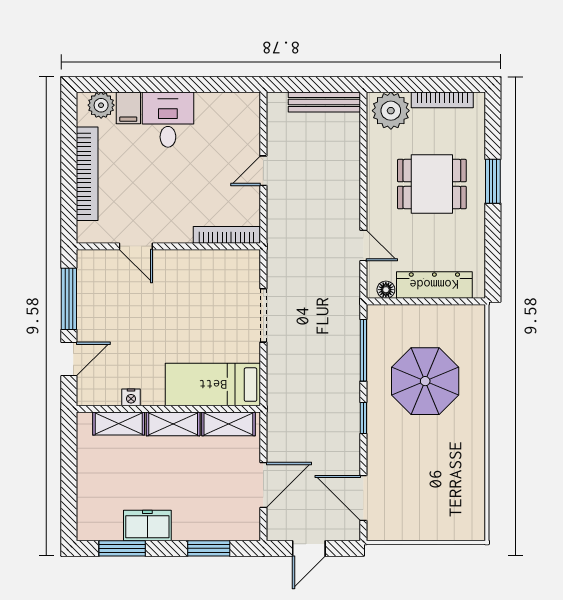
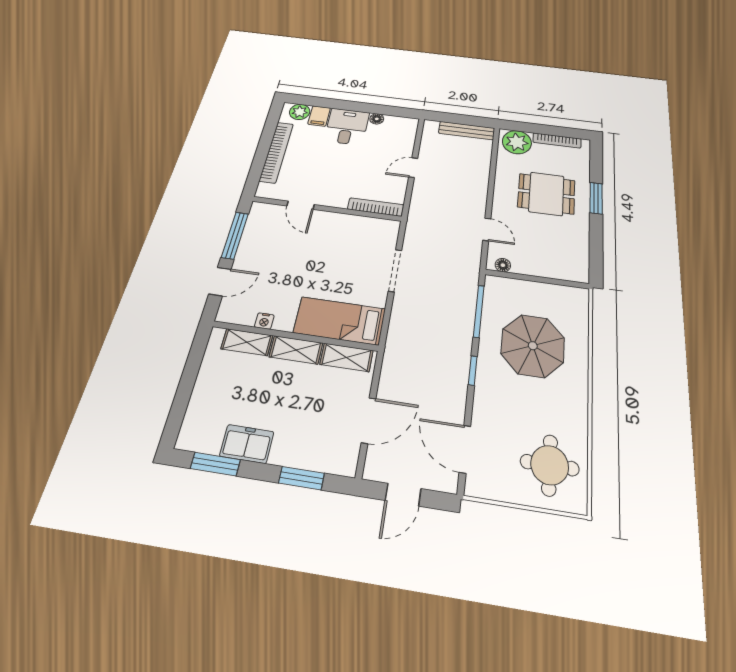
floor lamp: (205, 101) -> (377, 119), added
dresser: (434, 285) -> (545, 267), removed
round table: (448, 501) -> (550, 465), added

